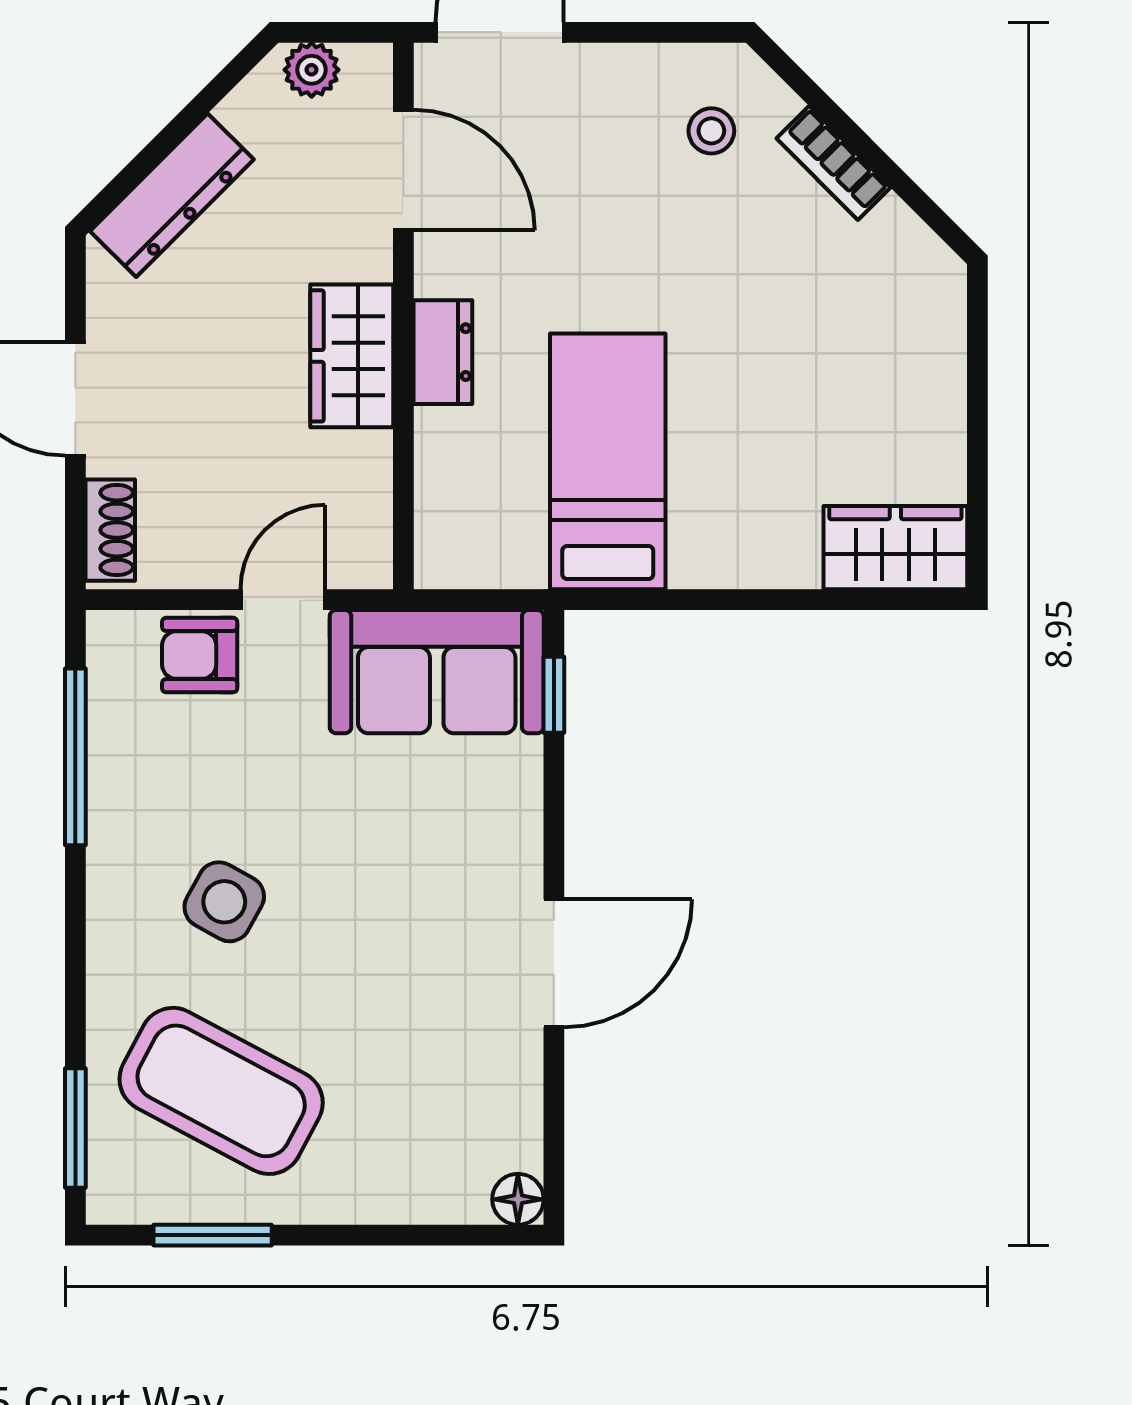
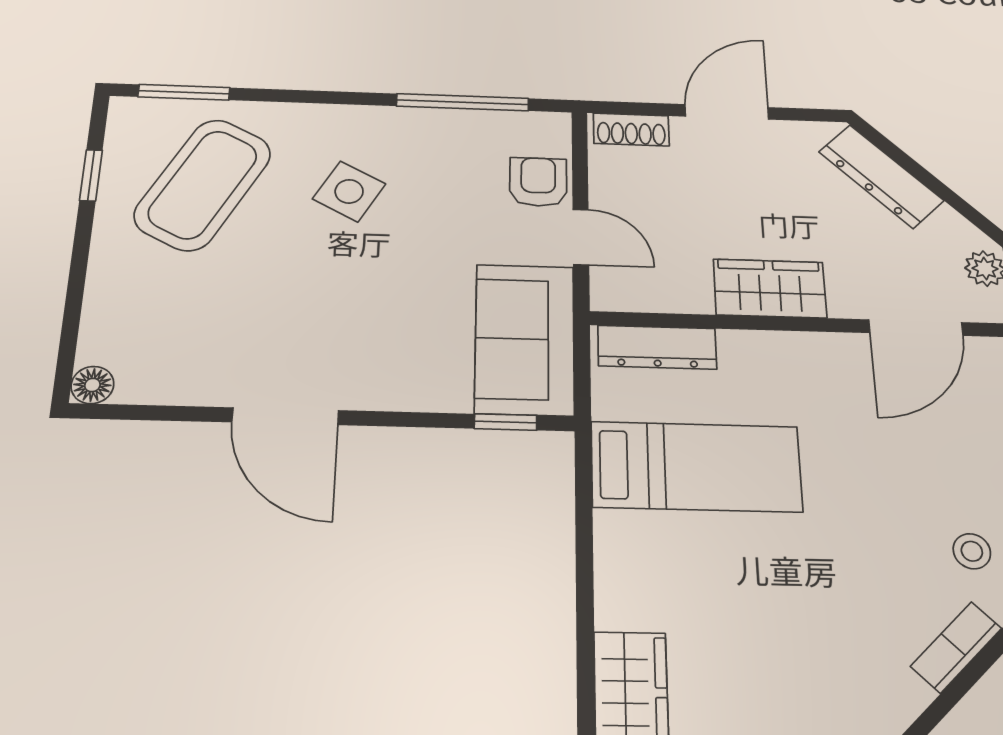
dresser: (443, 352) -> (657, 347), moved, width x1.44
window: (213, 1235) -> (91, 175), width x0.67

